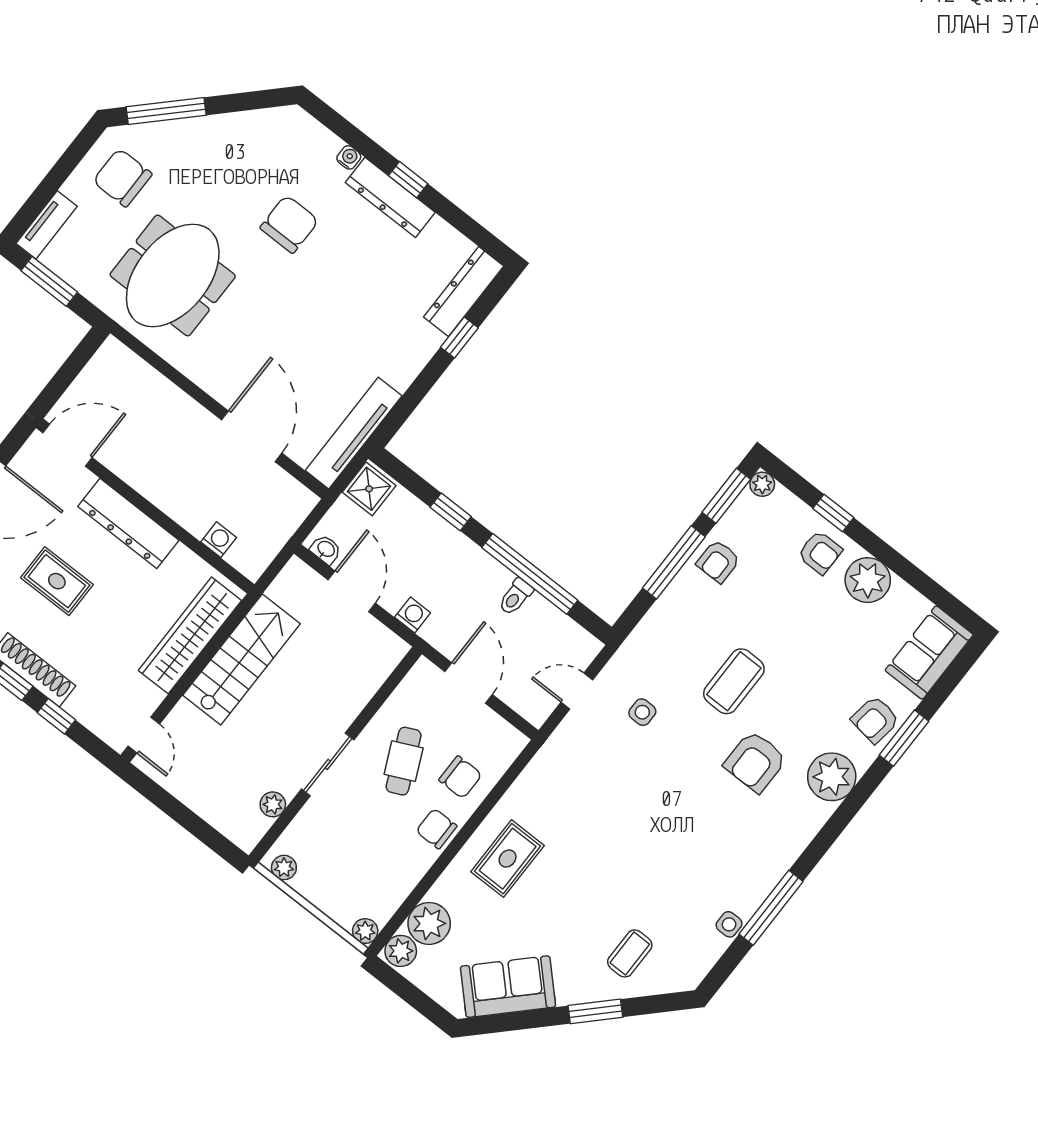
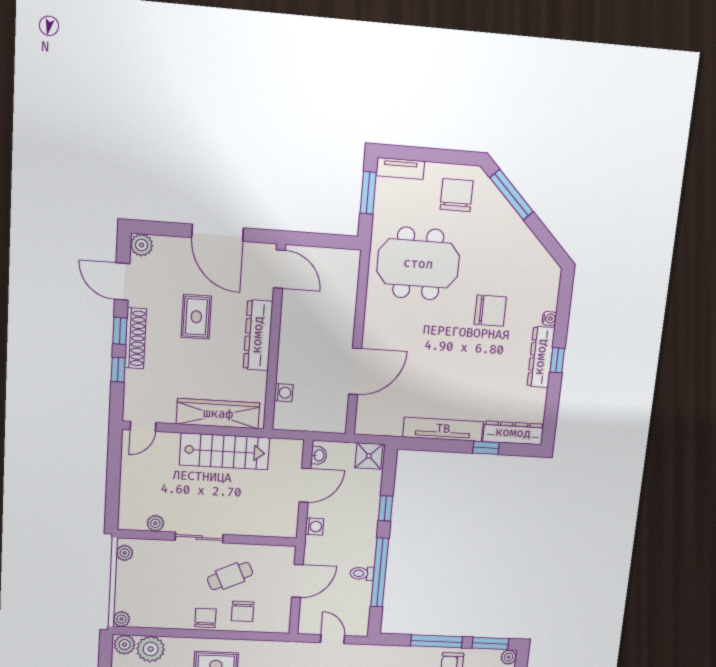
tv unit: (354, 433) -> (443, 429), moved

